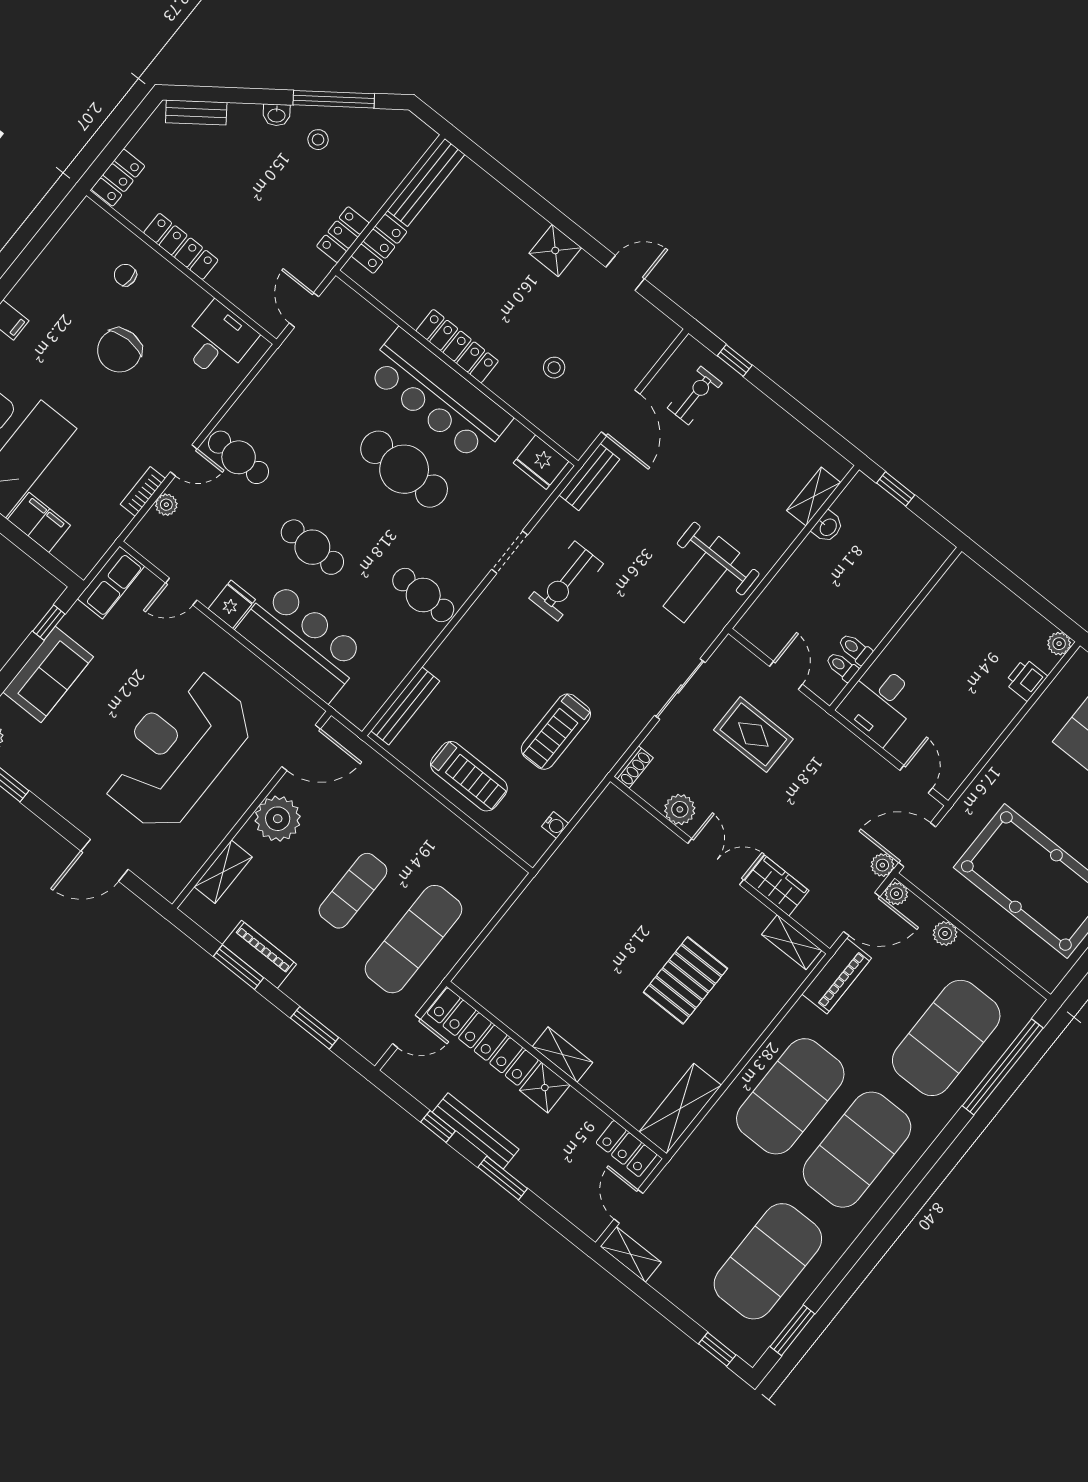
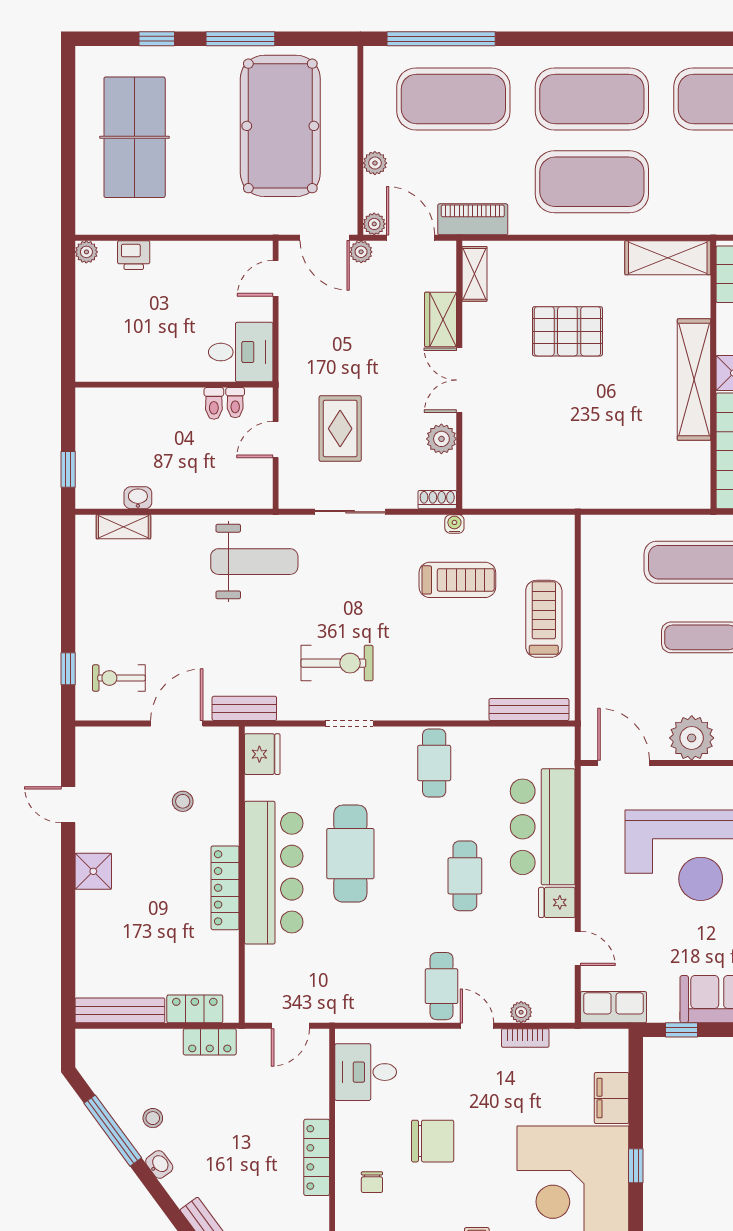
water cooler: (555, 825) -> (454, 524), moved
shelving: (562, 1055) -> (694, 380), width x2.20, depth x1.33

